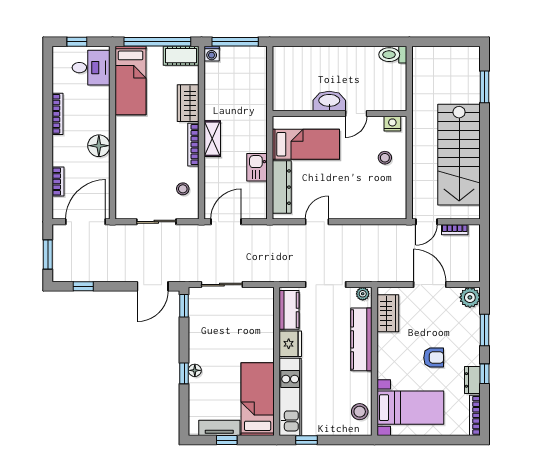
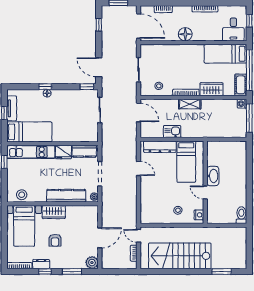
wardrobe: (388, 313) -> (54, 212), moved

